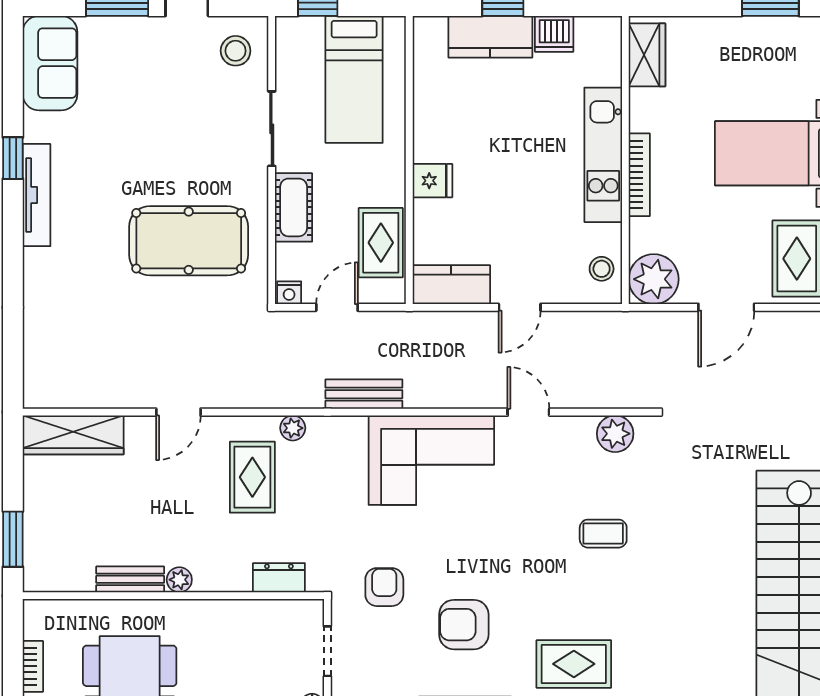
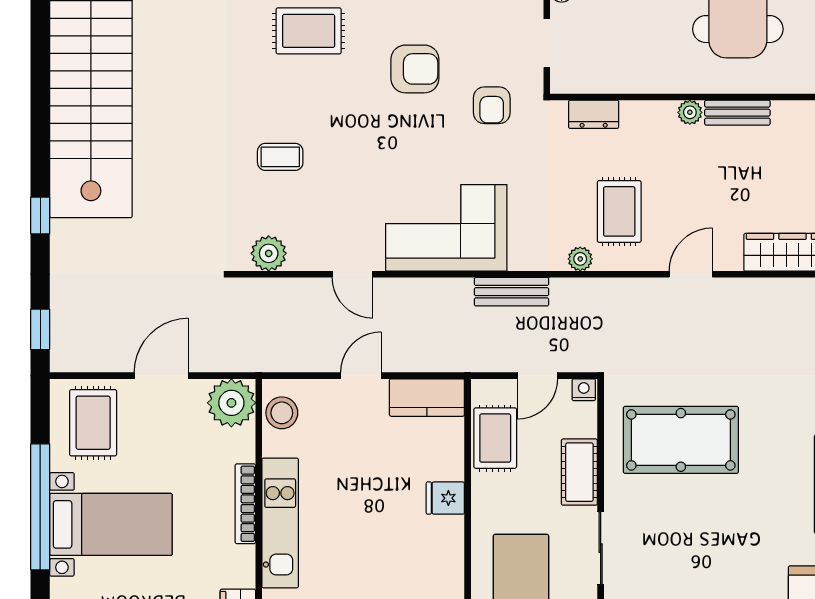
stool: (602, 269) -> (282, 413), width x1.37, depth x1.37

